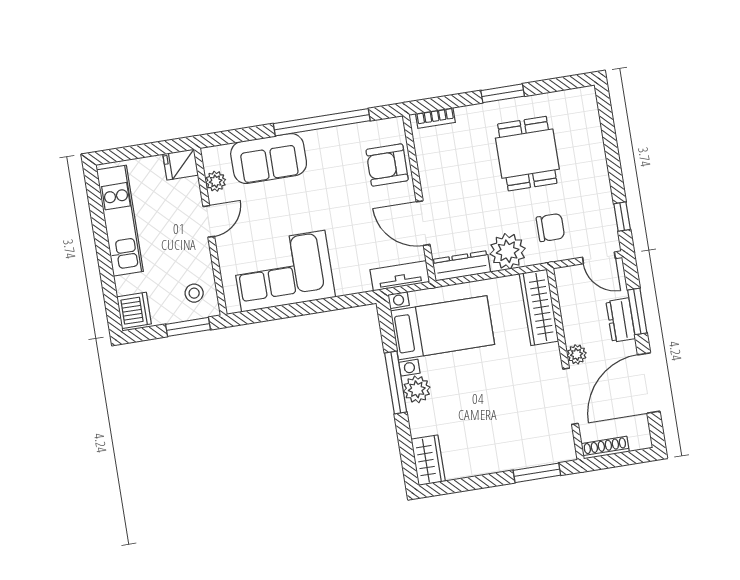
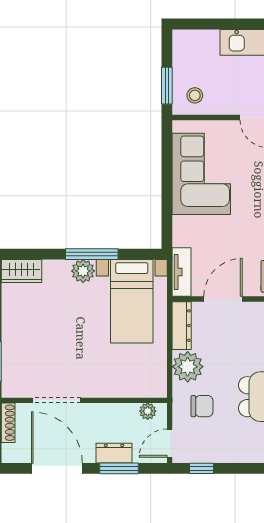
chair: (550, 228) -> (202, 406), turned -90
wardrobe: (539, 307) -> (136, 386), removed
dishwasher: (134, 310) -> (188, 42), removed
plant: (577, 354) -> (148, 411), moved

